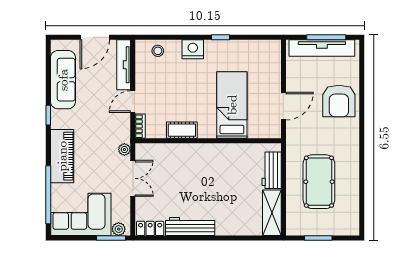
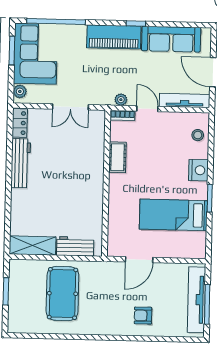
window: (220, 37) -> (210, 198), width x1.50
armchair: (339, 101) -> (143, 316), width x0.53, depth x0.53
bed: (232, 105) -> (173, 215), moved, turned 180
door: (283, 106) -> (139, 260), hinge flipped
plant: (124, 150) -> (121, 100), moved
piano: (62, 156) -> (114, 37), moved
pool table: (319, 182) -> (62, 294), turned 90
window: (111, 238) -> (12, 50), moved

